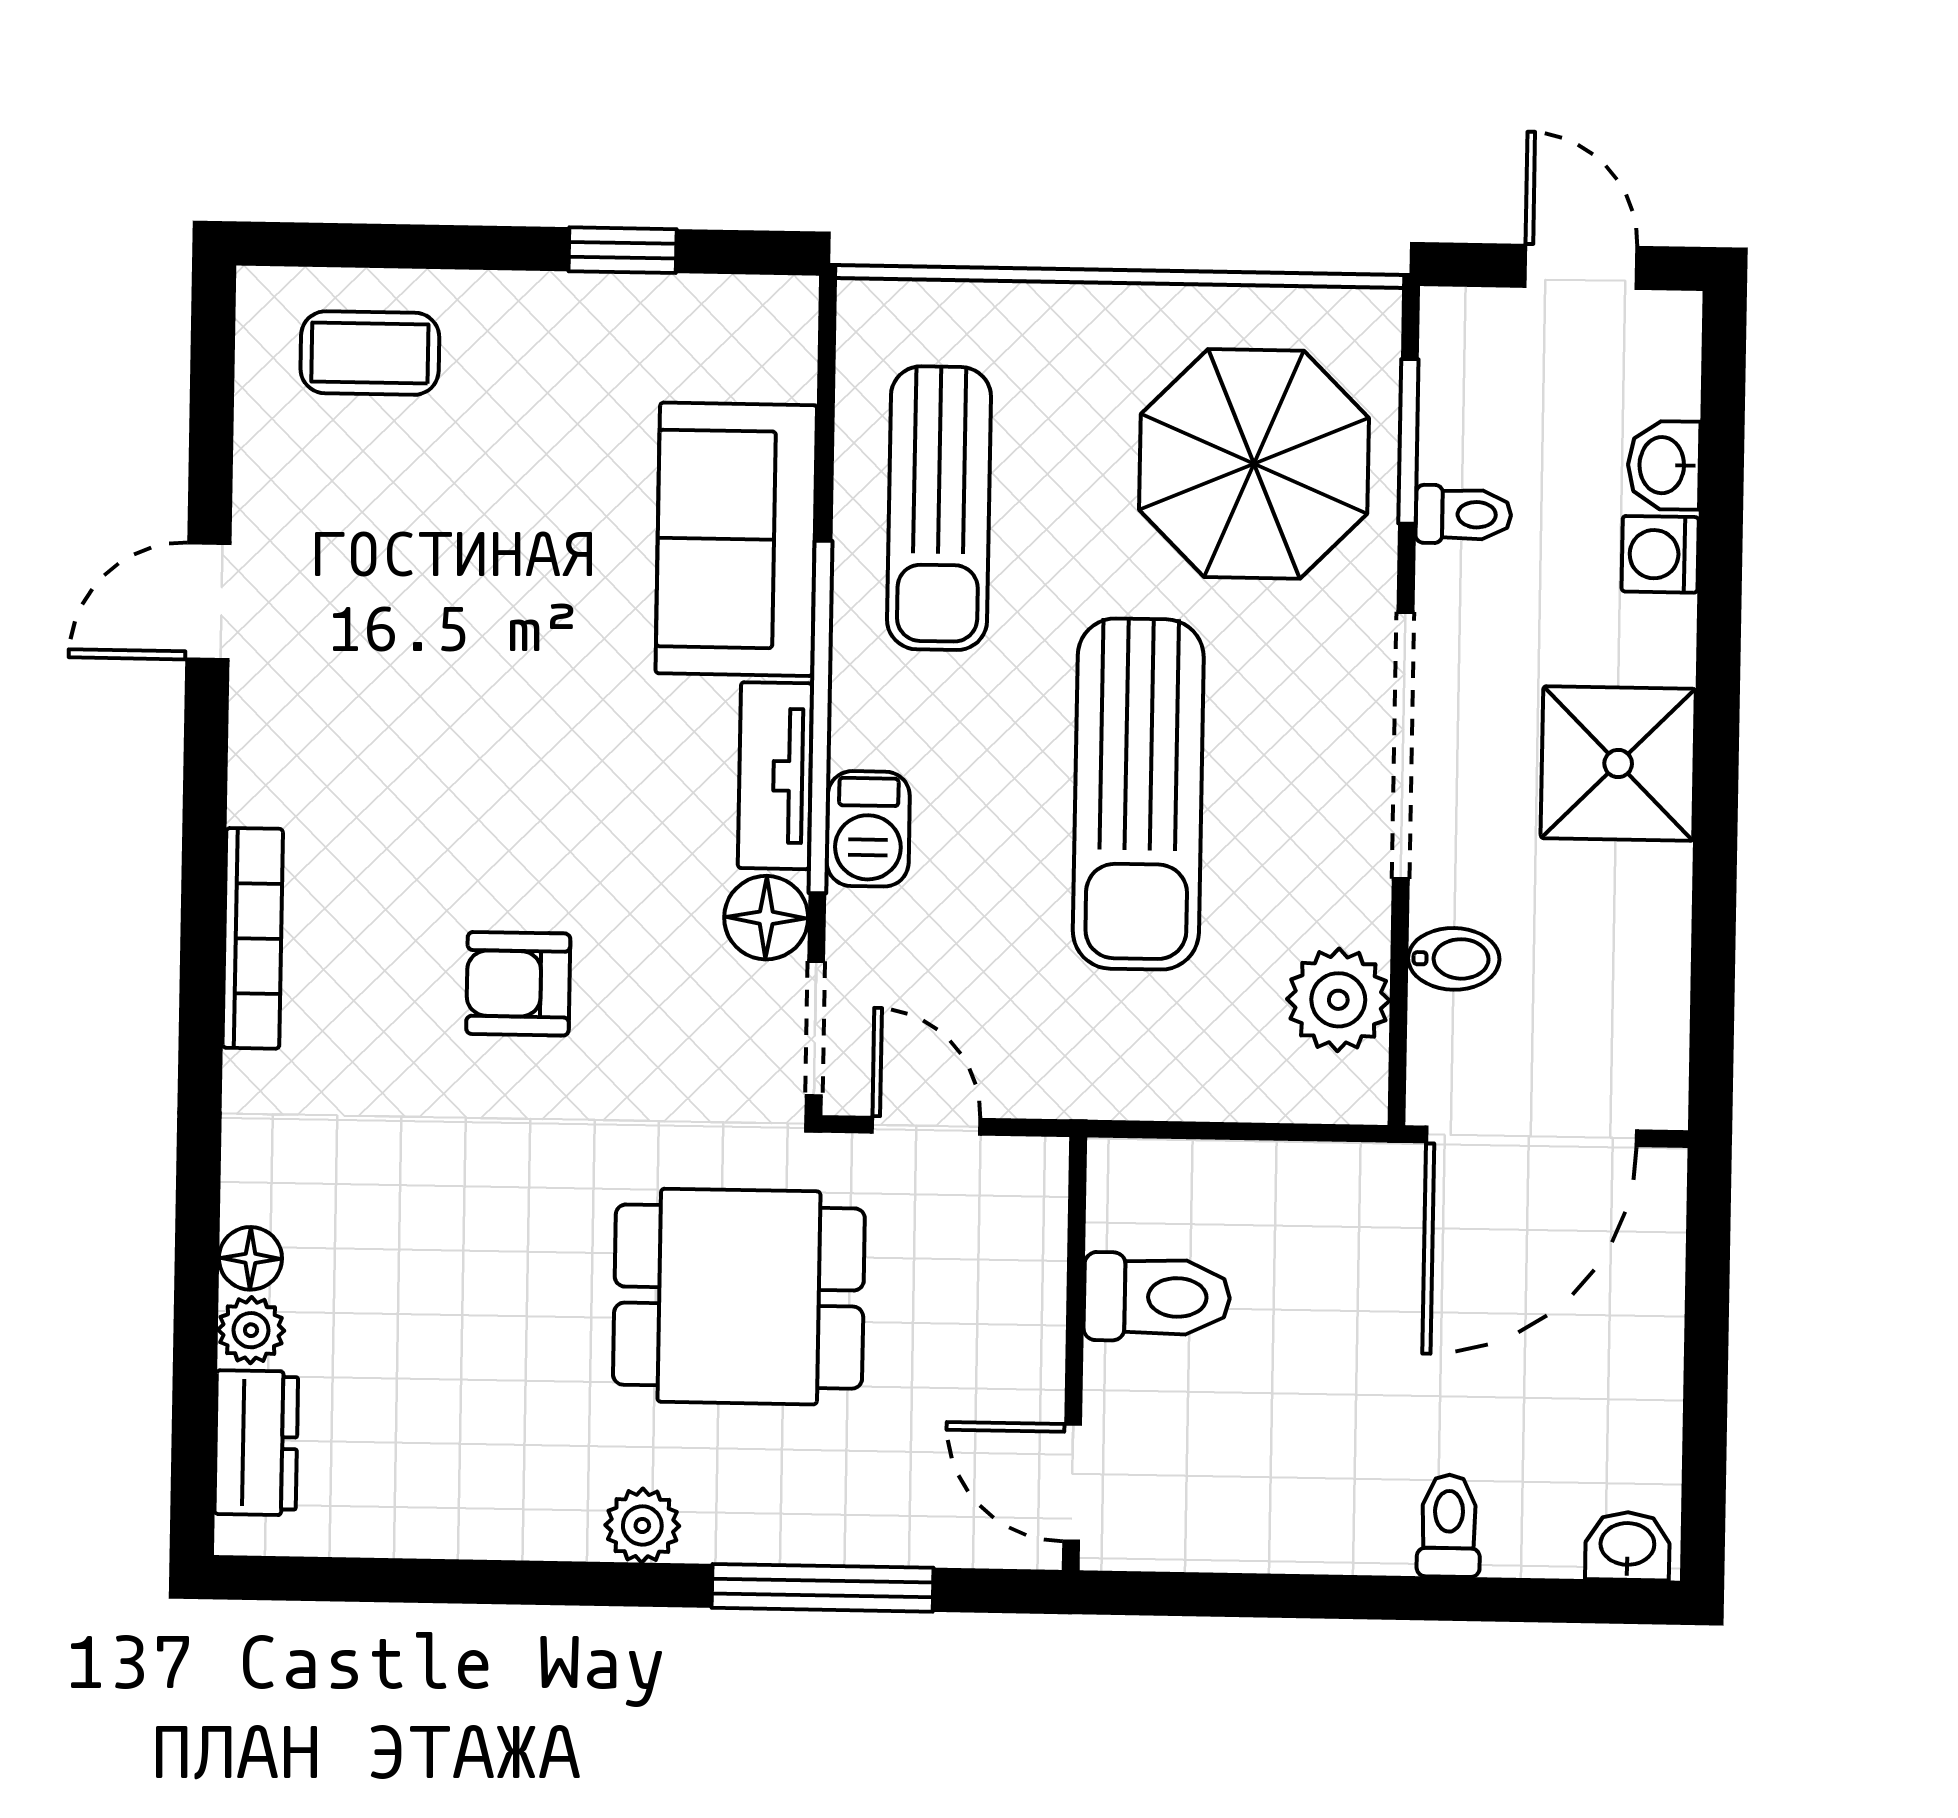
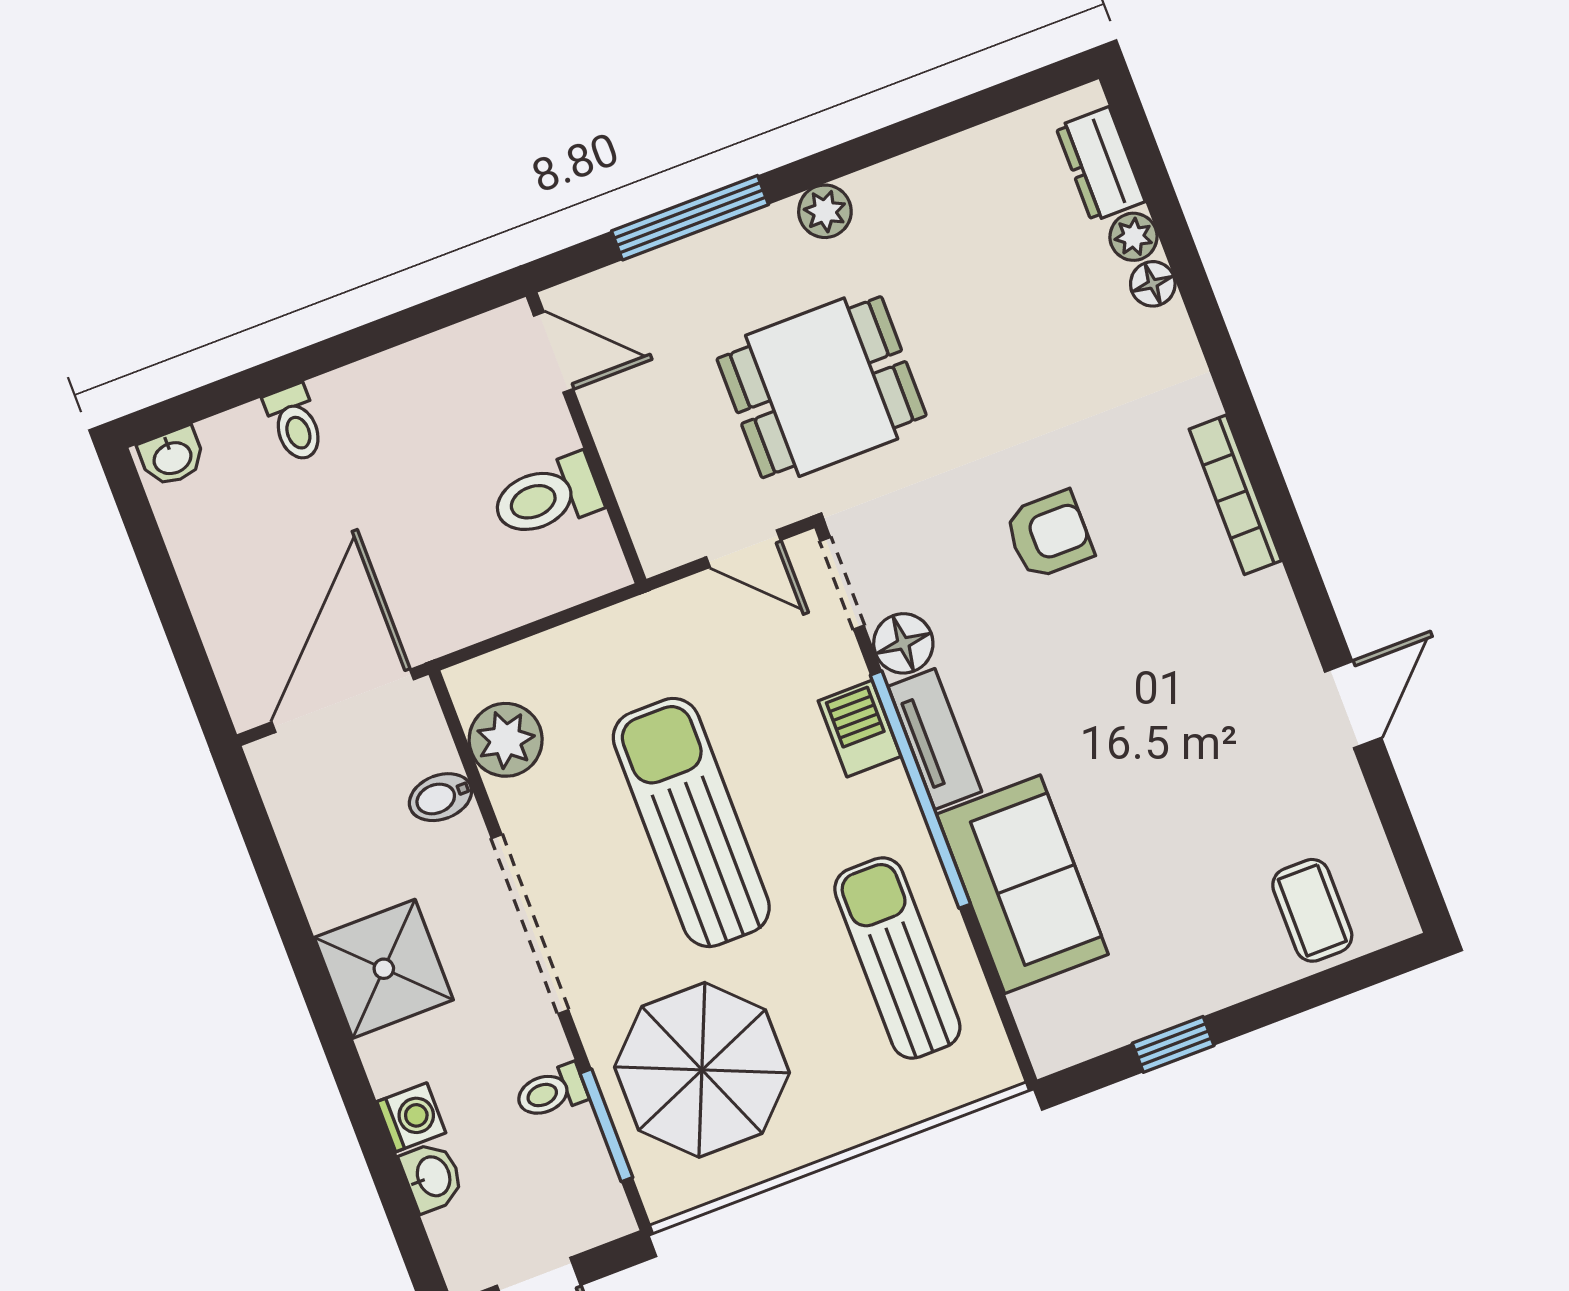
coffee table: (370, 353) -> (1312, 910), turned 90

